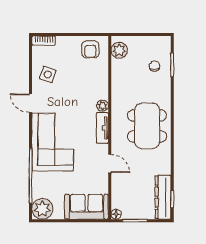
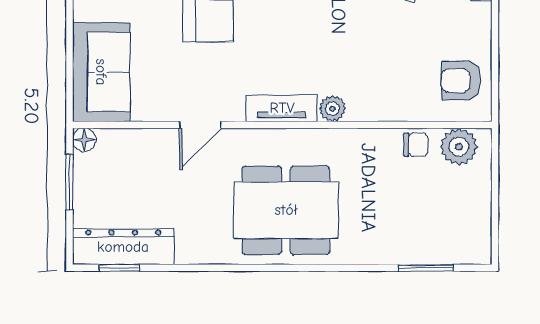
chair: (155, 66) -> (416, 145), moved

